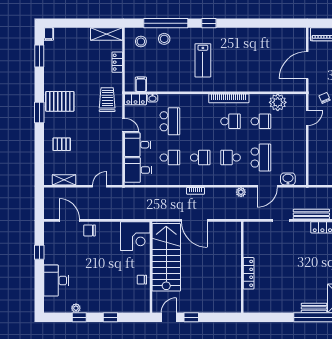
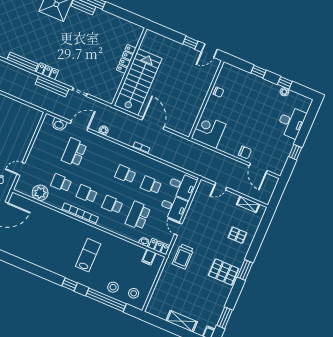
shelving: (107, 34) -> (182, 321), moved
locker: (117, 62) -> (161, 284), removed
school desk: (231, 158) -> (112, 205), moved, turned 180
stairs: (166, 257) -> (138, 82), moved, turned 180

